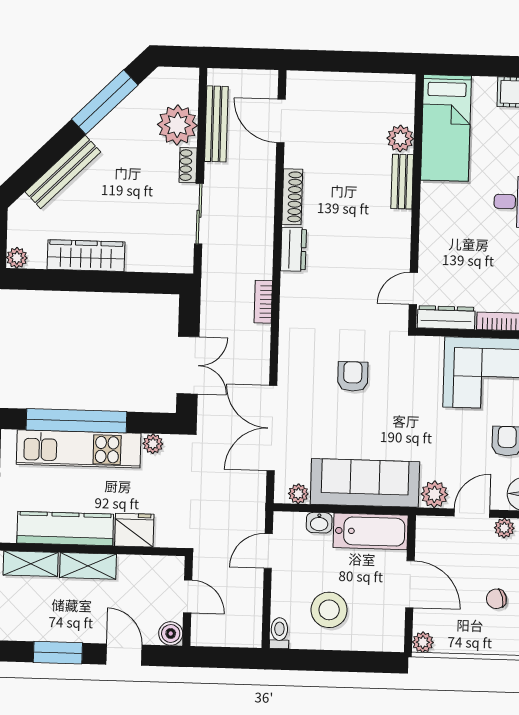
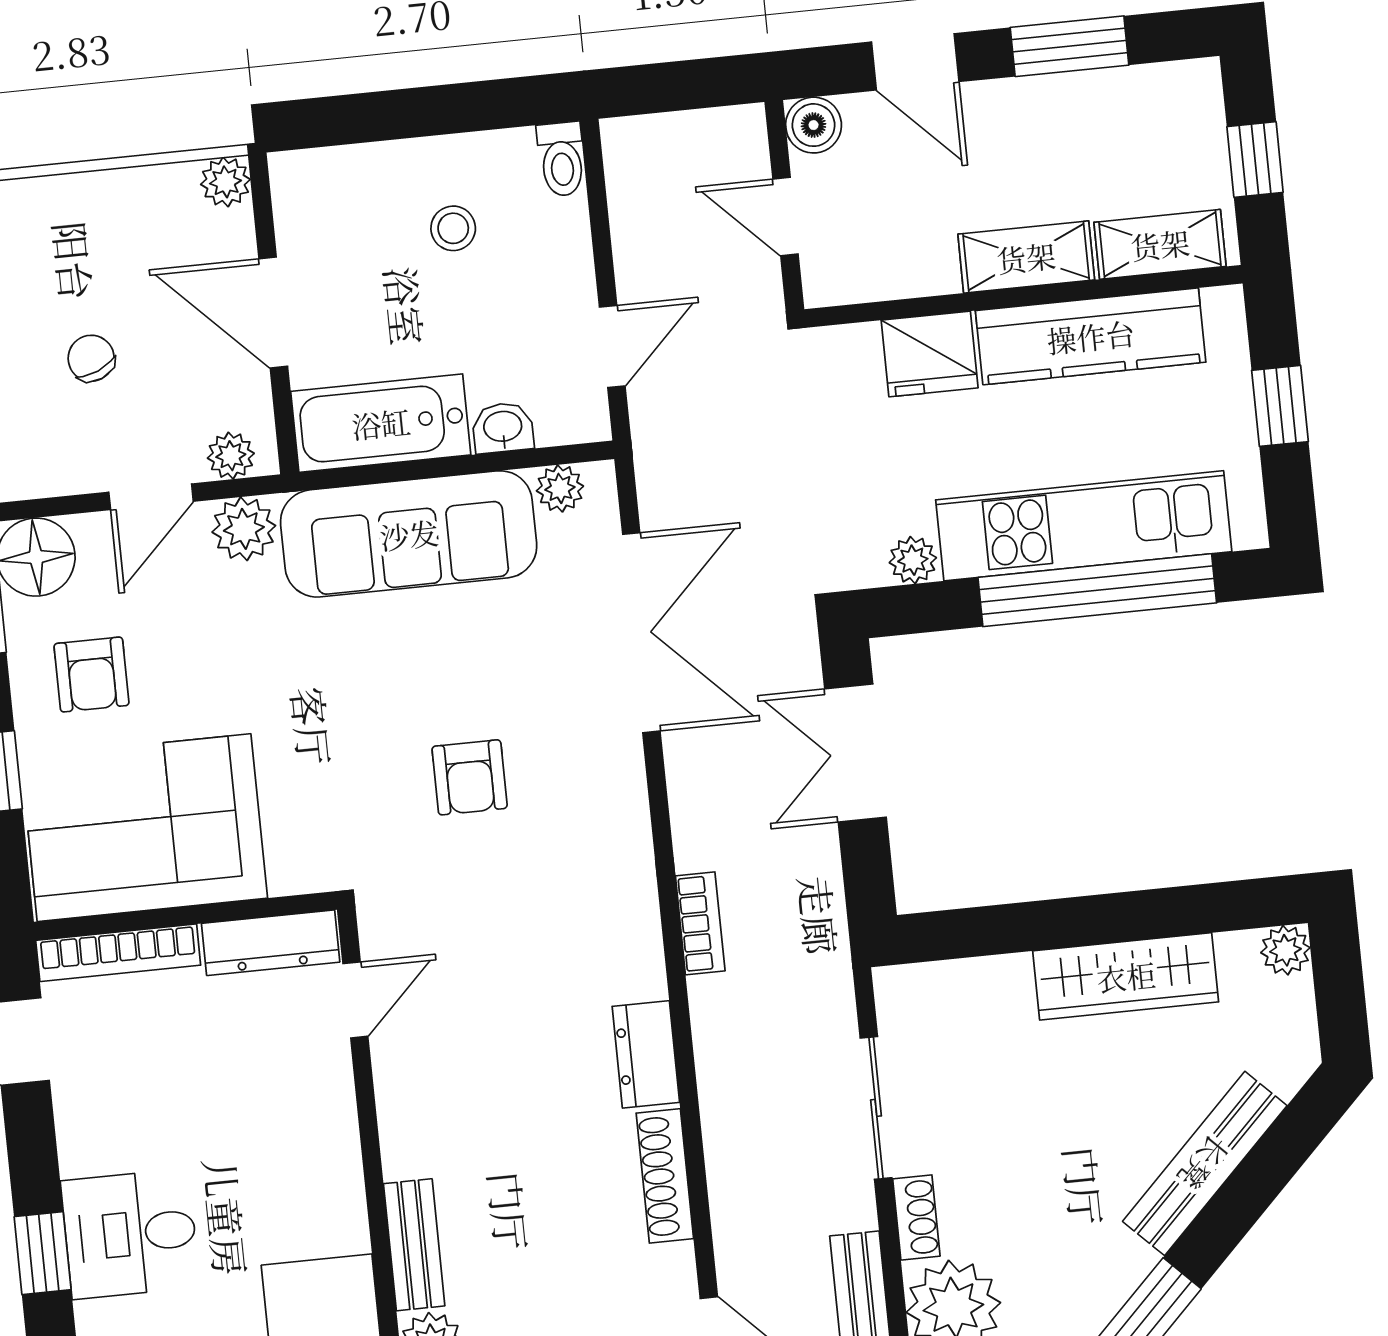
plant: (504, 528) -> (231, 456), moved
chair: (496, 599) -> (91, 358), moved, turned -99
stool: (329, 610) -> (453, 228), width x0.53, depth x0.53

